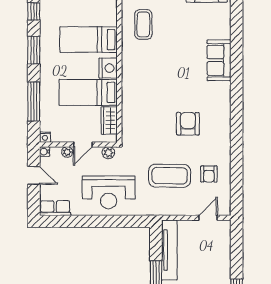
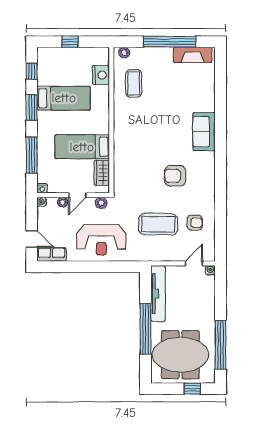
bed: (89, 40) -> (64, 98), moved, turned 180
sofa: (219, 60) -> (204, 132), moved
nightstand: (108, 68) -> (101, 75), moved
armchair: (188, 124) -> (175, 176), turned -90
armchair: (209, 174) -> (195, 223), turned -90
door: (34, 175) -> (32, 239), moved
water cooler: (226, 225) -> (210, 270), added

